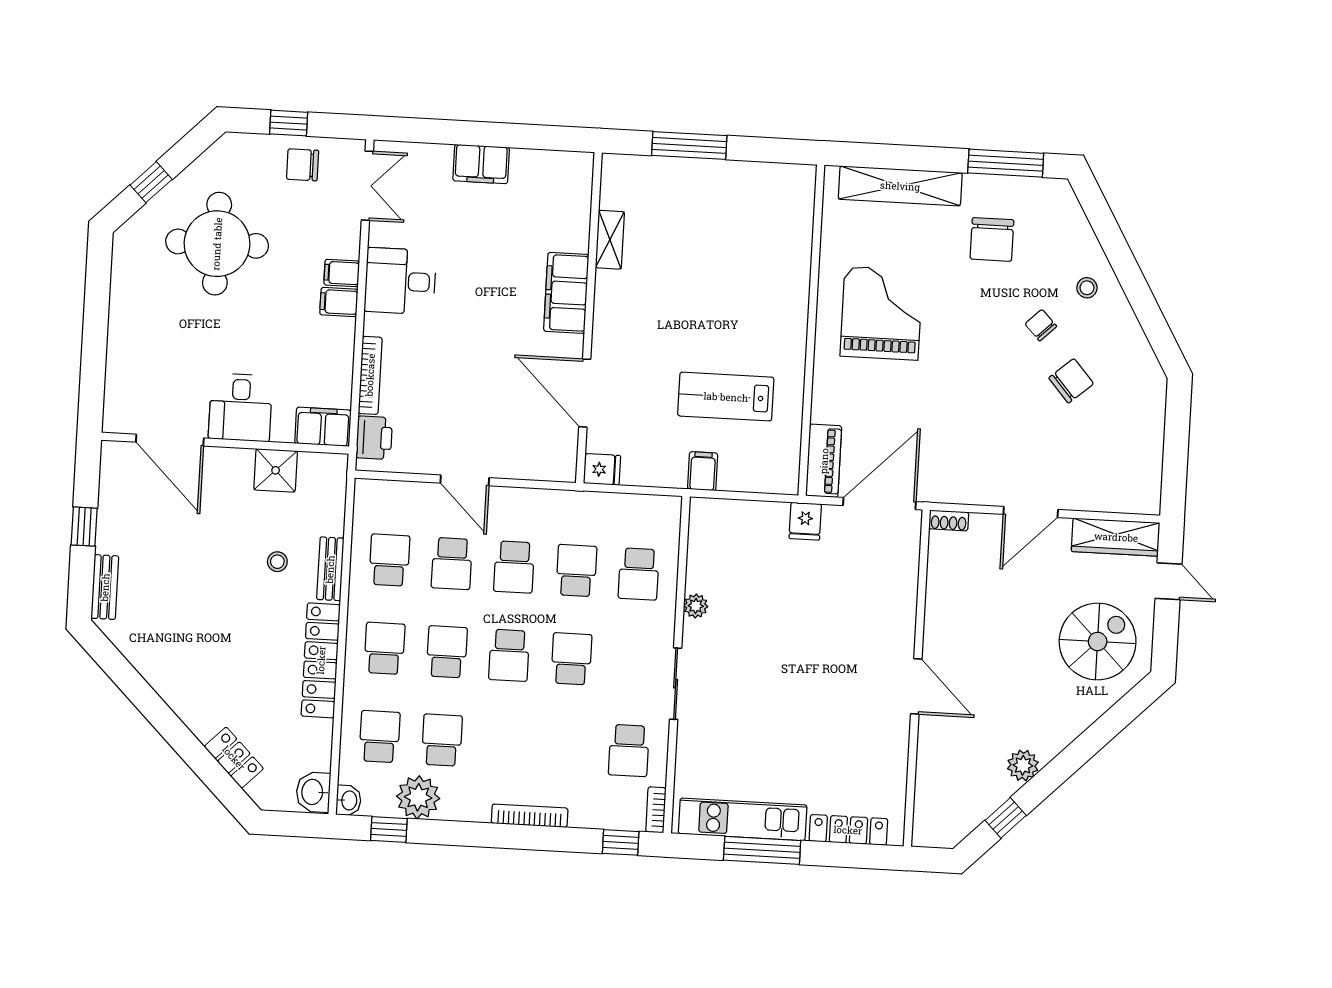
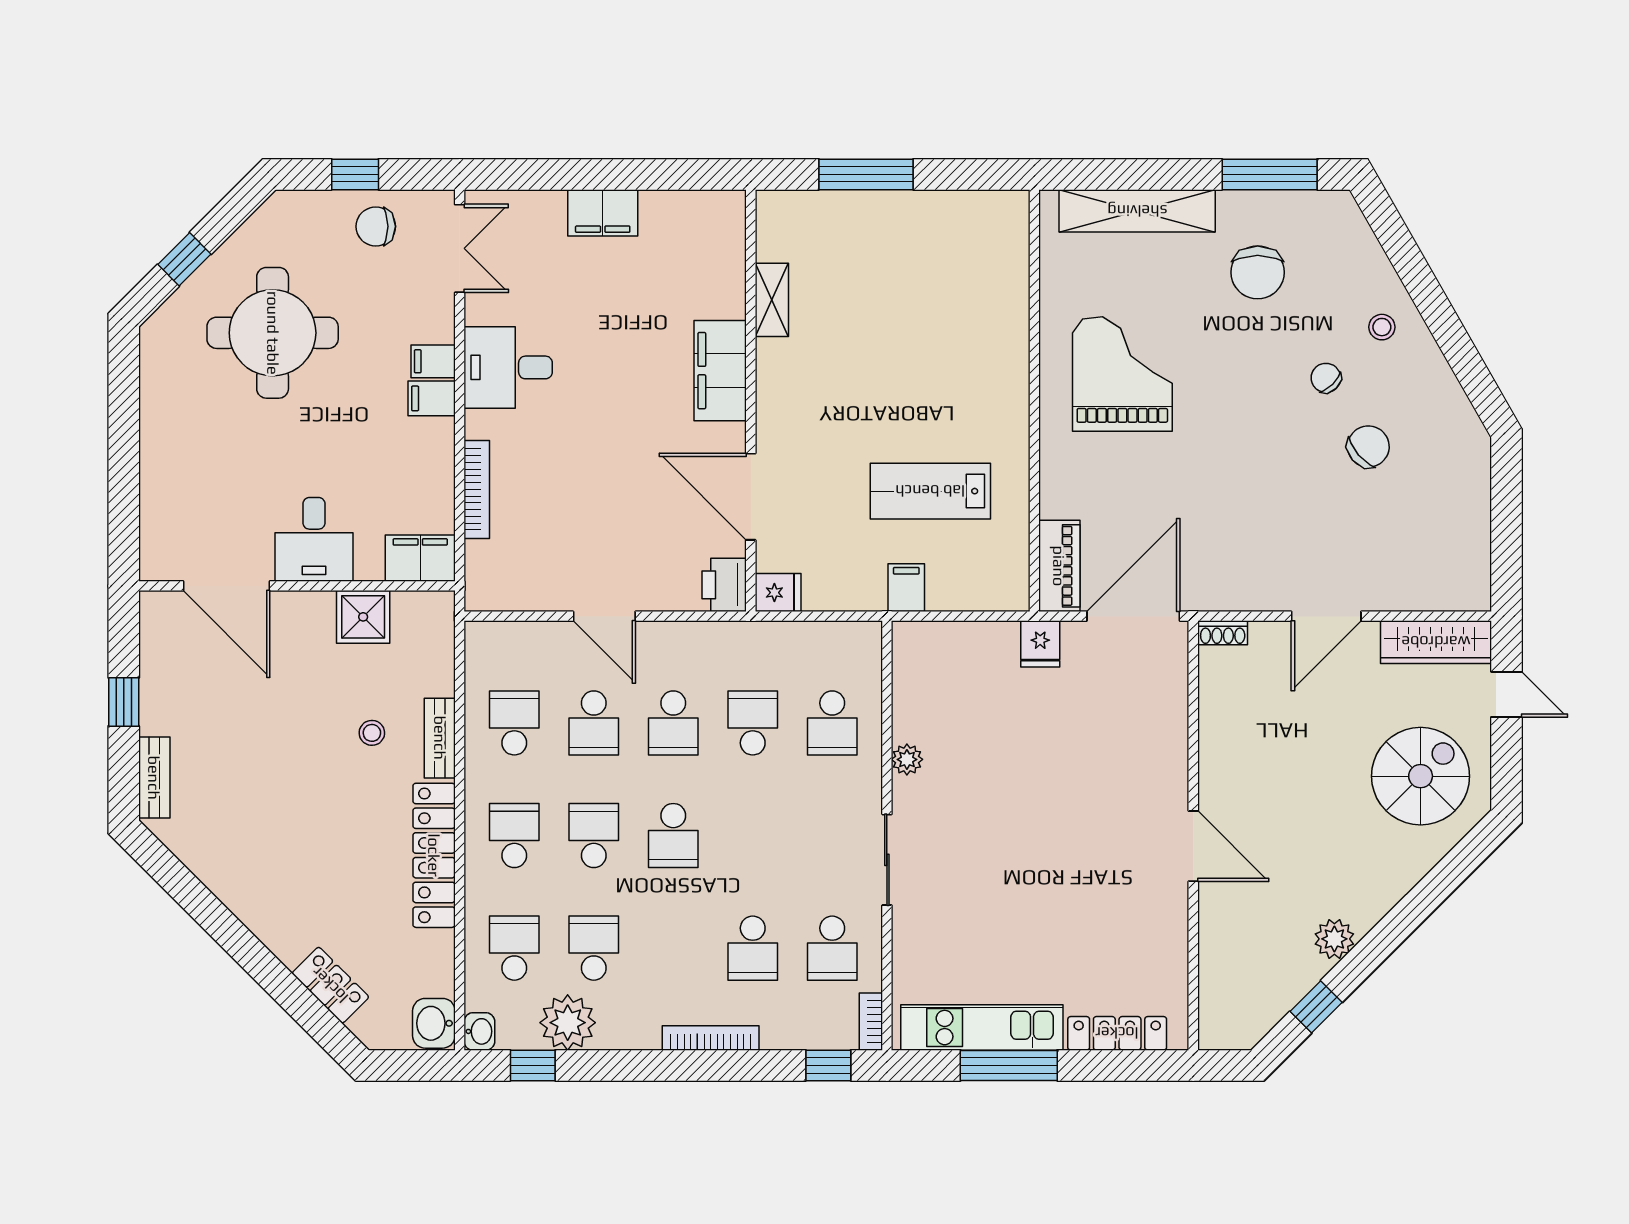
printer: (374, 438) -> (724, 585), moved, turned 180
school desk: (571, 659) -> (753, 948), moved, turned 180

